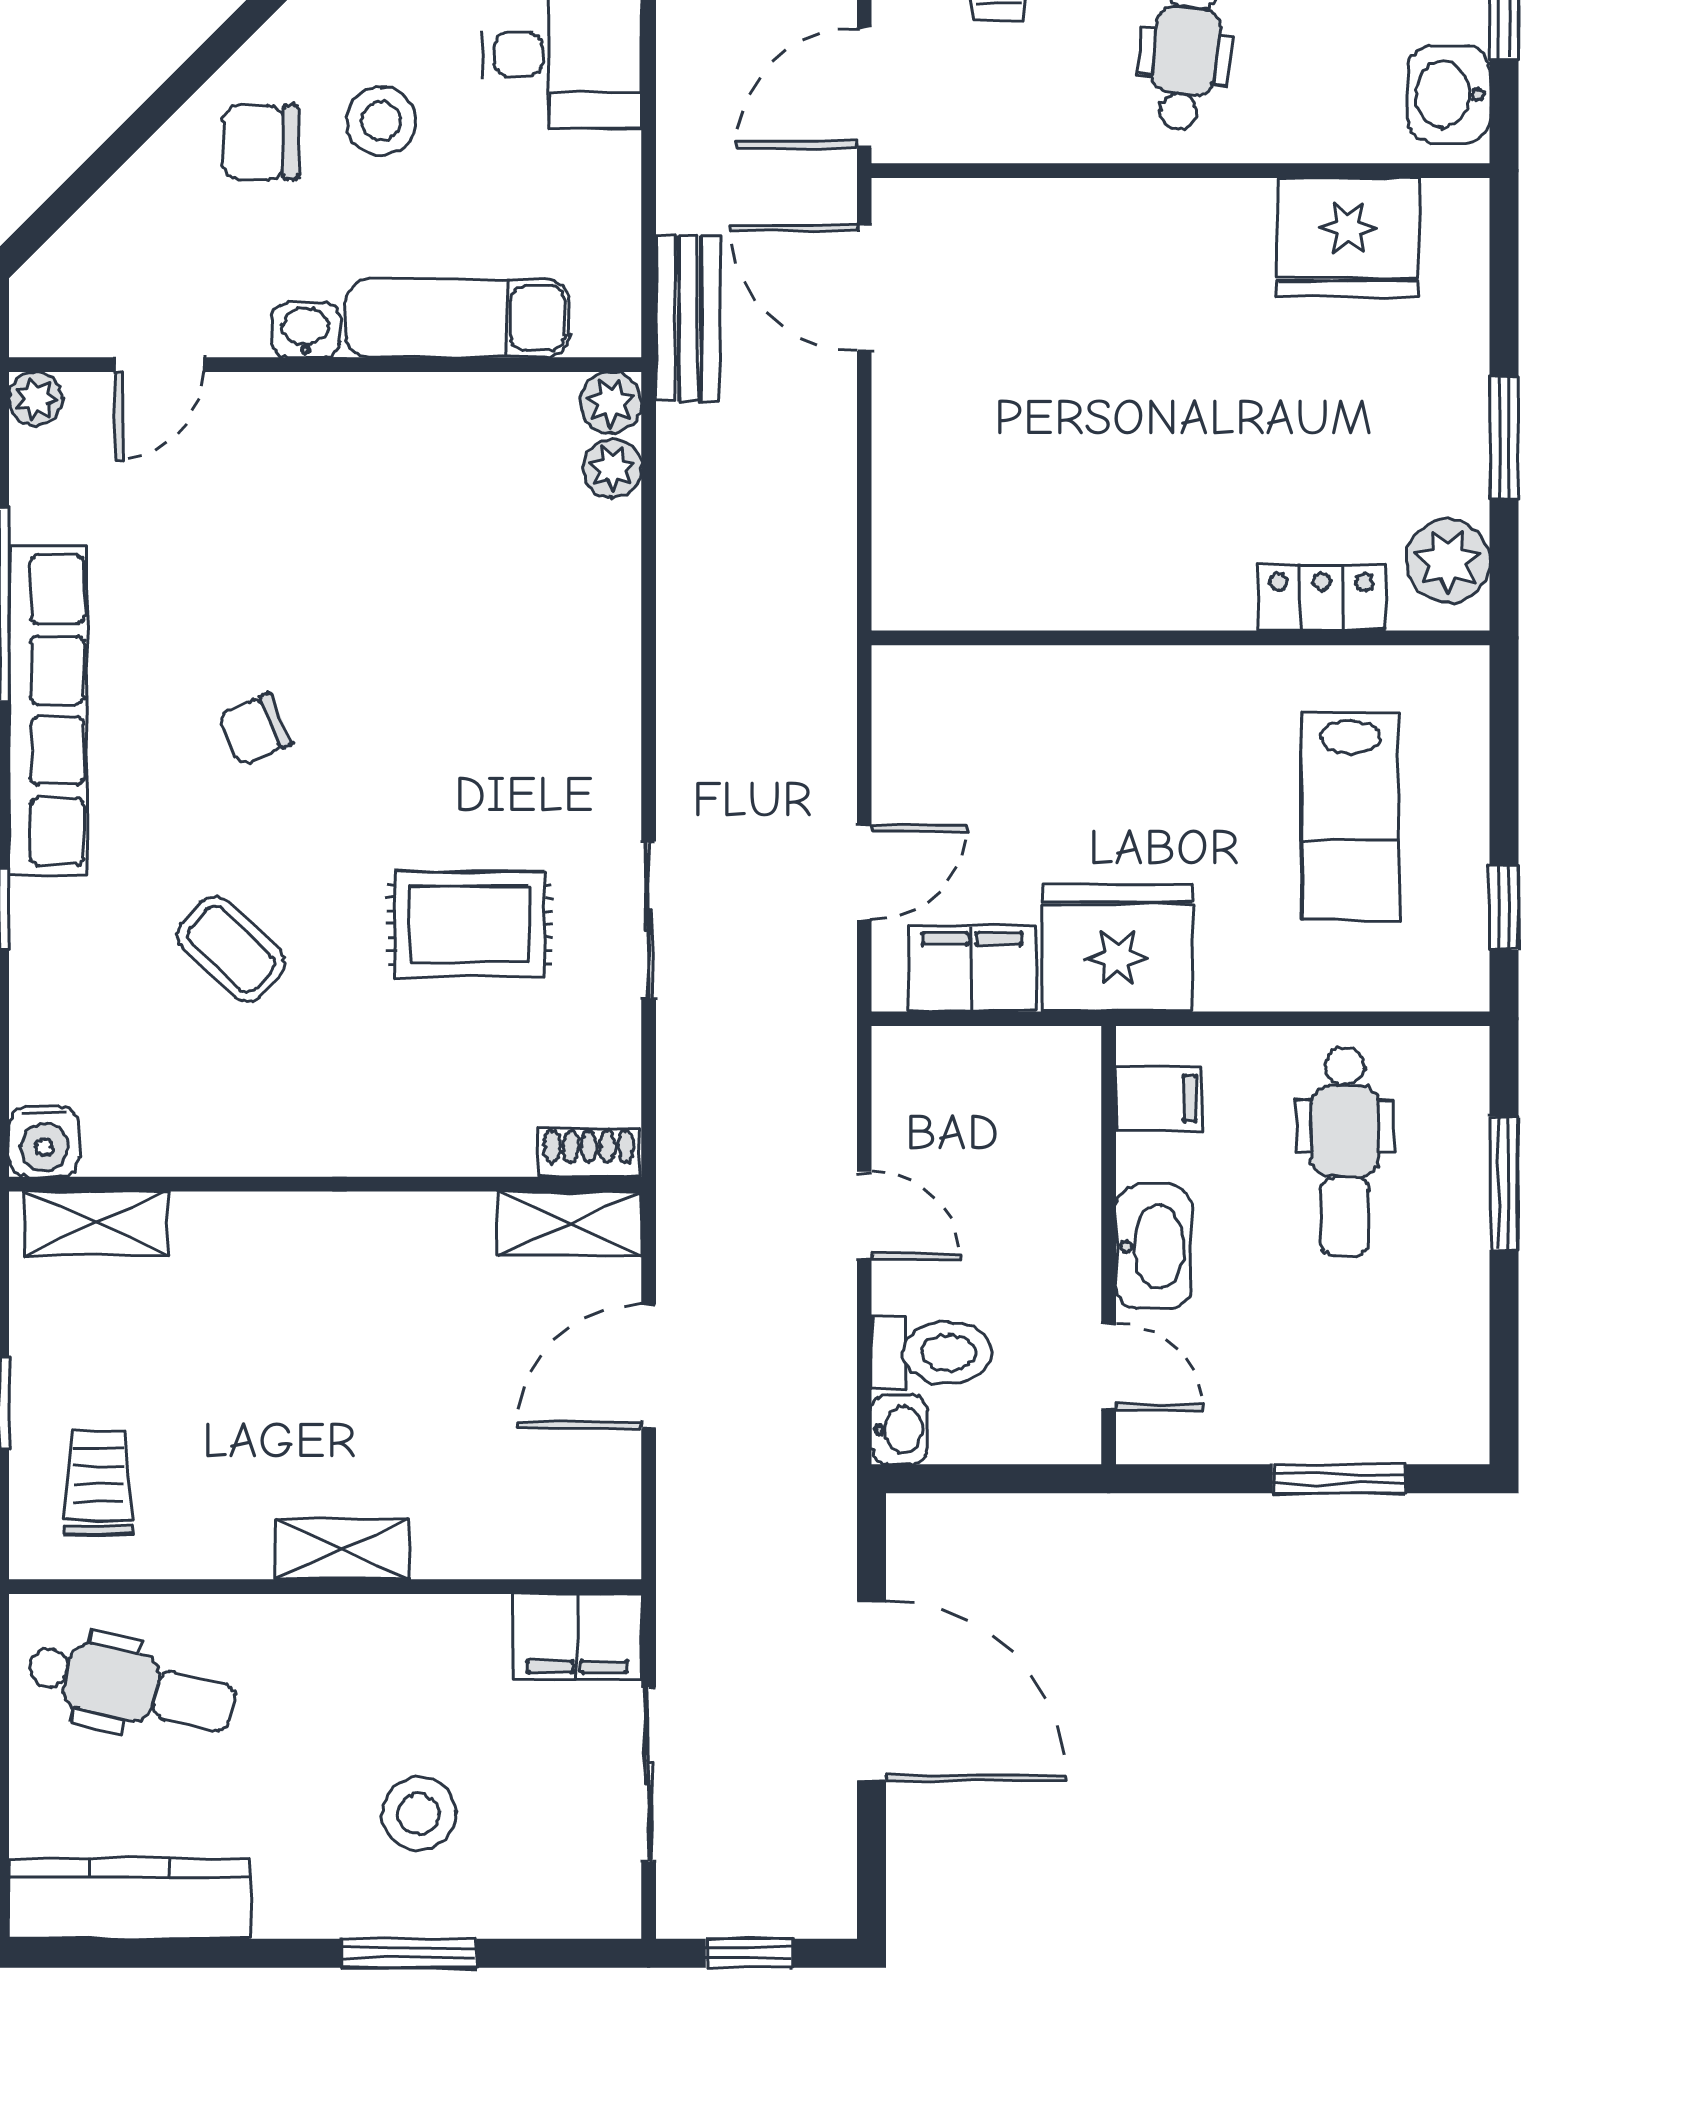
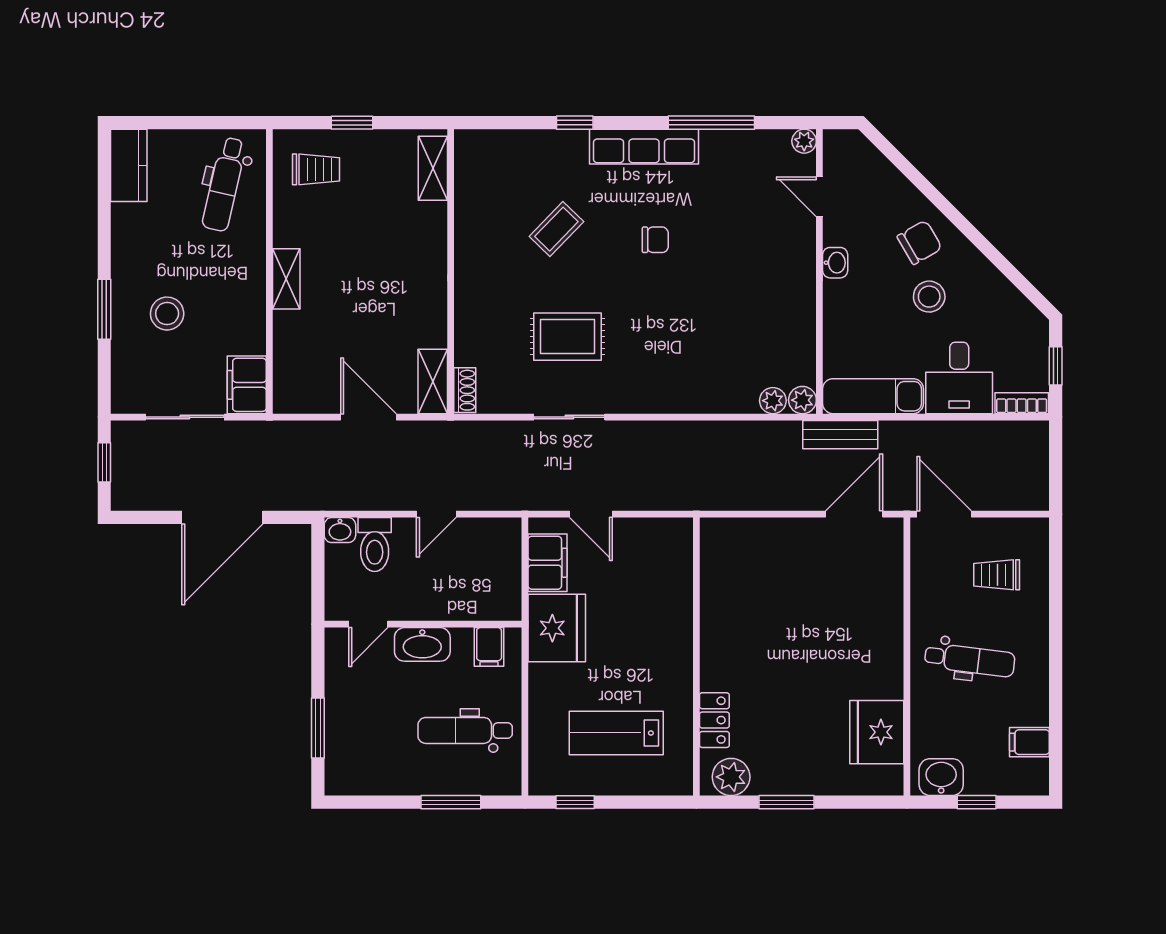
chair: (261, 142) -> (920, 242), turned 60
exam couch: (457, 318) -> (873, 396), moved, turned -90
row of seats: (48, 710) -> (644, 147), width x0.73
chair: (255, 729) -> (655, 240), turned 114
rug: (470, 924) -> (568, 337), turned 90
water cooler: (44, 1142) -> (470, 145), removed
kitchen counter: (130, 1899) -> (129, 165), width x0.67

